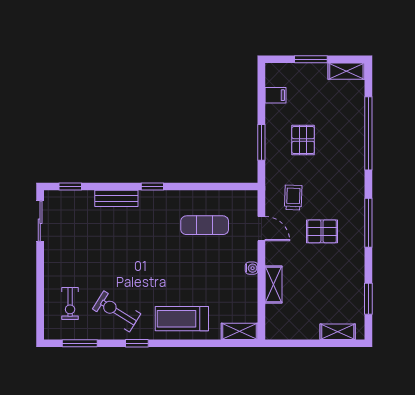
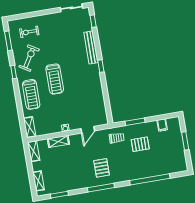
shelving: (346, 71) -> (34, 151), moved
bench: (116, 198) -> (91, 47), width x1.36
trolley: (293, 198) -> (117, 138), moved
exercise mat: (205, 225) -> (84, 98), removed
pallet: (322, 231) -> (102, 168), moved
treadmill: (162, 272) -> (55, 79), added
treadmill: (182, 319) -> (31, 94), turned 180

